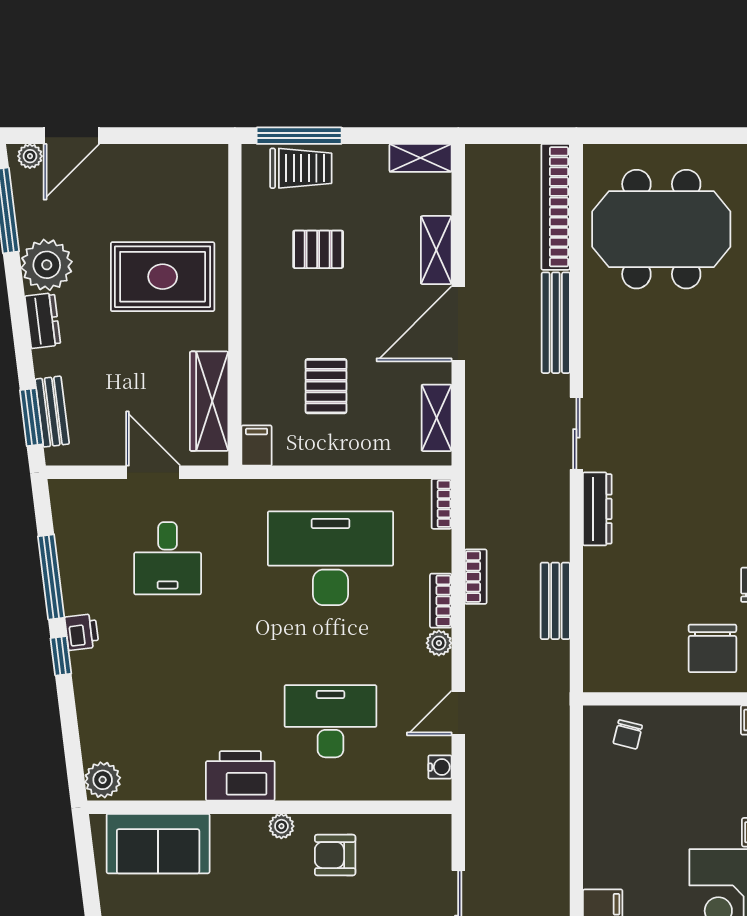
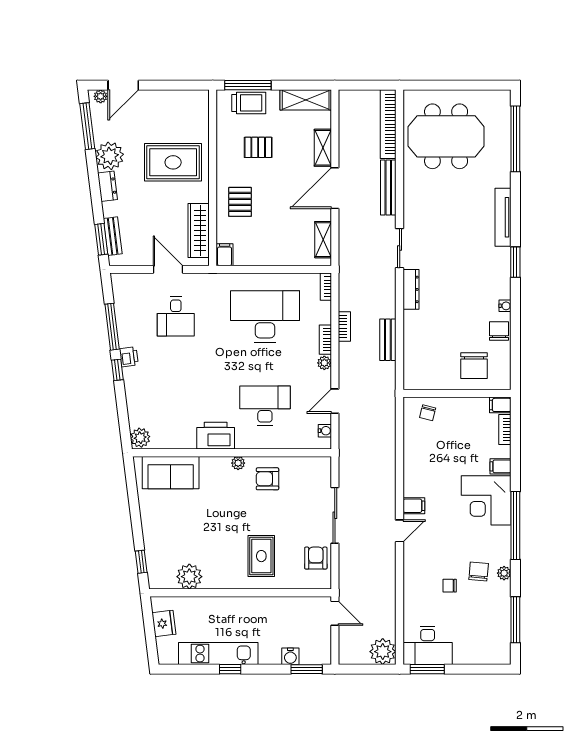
shelving: (421, 158) -> (306, 100), width x1.50, depth x1.33
pallet: (326, 386) -> (240, 202), moved

